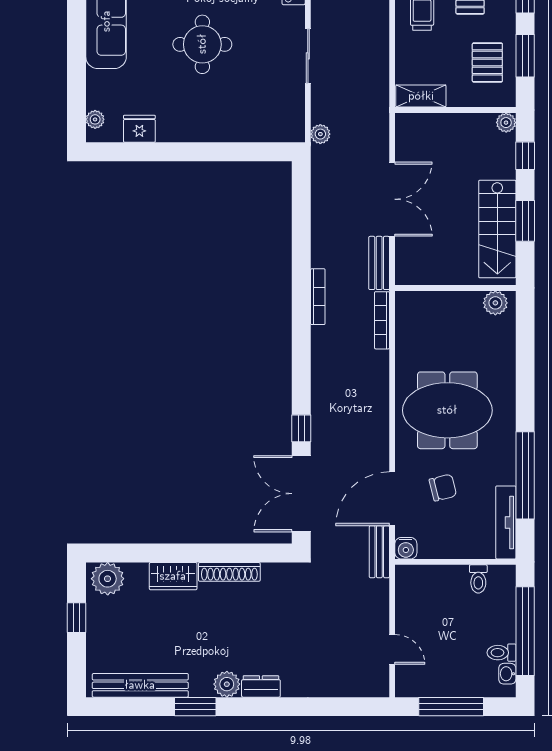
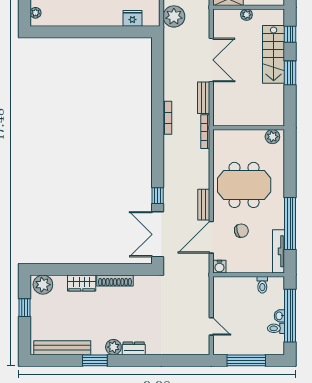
plant: (506, 123) -> (246, 15), moved
fridge: (139, 129) -> (132, 18), moved
plant: (320, 134) -> (174, 16), width x1.88, depth x1.88
stairs: (497, 229) -> (274, 54), moved
wall: (455, 288) -> (249, 128), moved
plant: (495, 303) -> (272, 137), moved
bench: (379, 552) -> (204, 205), moved
washbasin: (507, 674) -> (279, 316), moved

